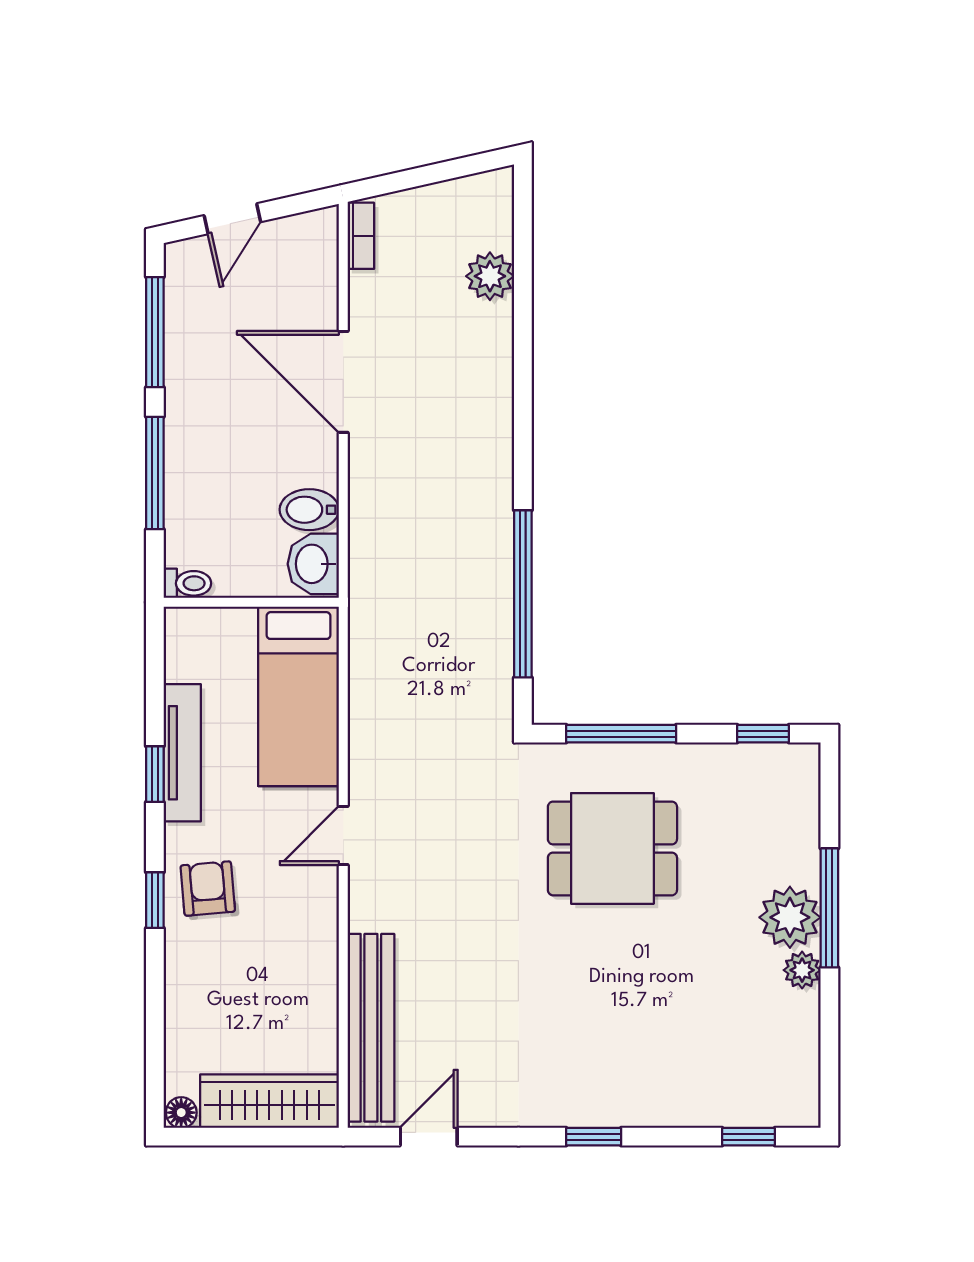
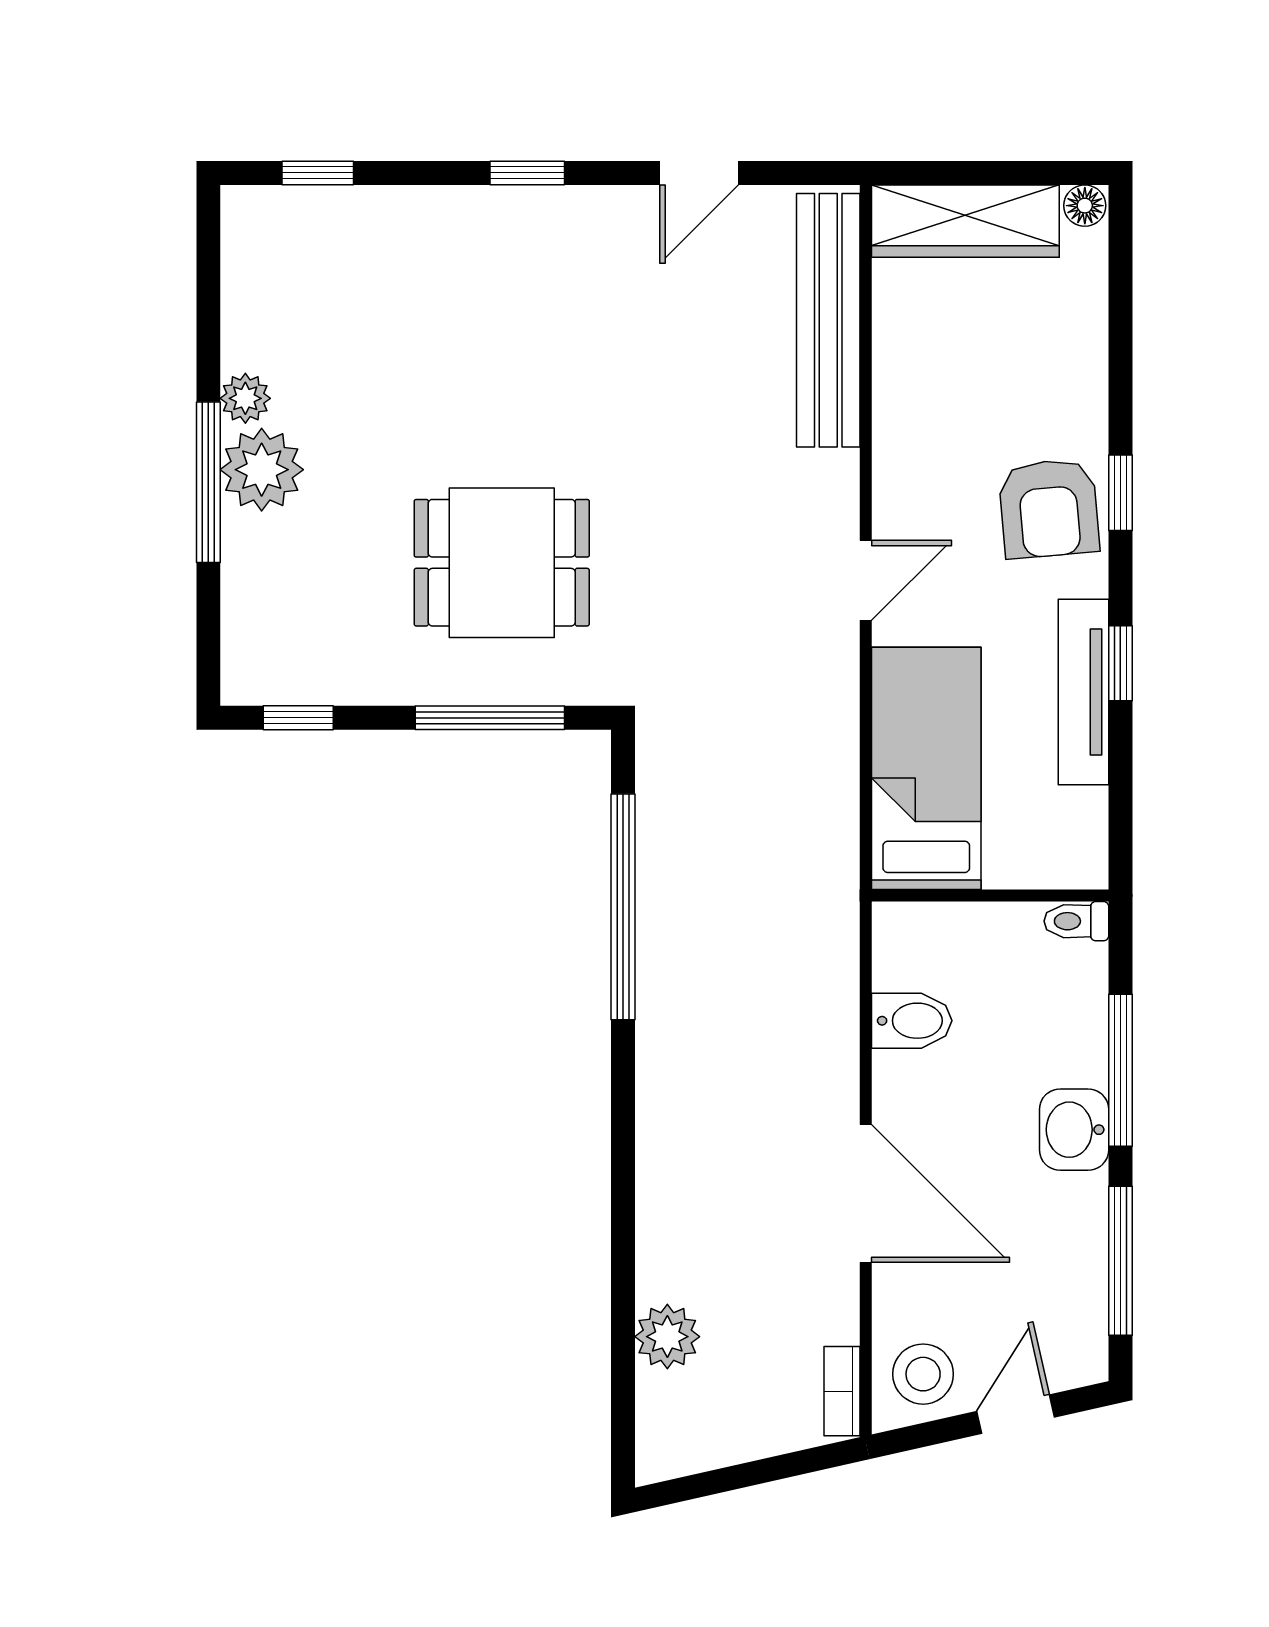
stool: (301, 248) -> (923, 1374), added
washbasin: (313, 564) -> (1074, 1130), moved, turned 180
armchair: (208, 889) -> (1049, 509), width x1.38, depth x1.38
door: (429, 1137) -> (699, 173), moved

